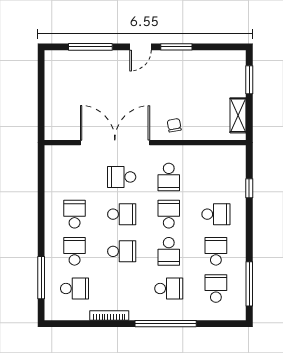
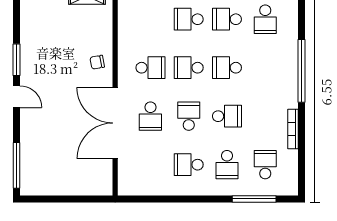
window: (90, 47) -> (17, 165), moved
school desk: (216, 214) -> (189, 19), turned -90
school desk: (75, 251) -> (227, 165), turned -90
school desk: (122, 251) -> (227, 116), turned 90
school desk: (169, 251) -> (227, 68), turned 180
school desk: (169, 289) -> (265, 68), removed
school desk: (216, 289) -> (265, 19), turned -90

